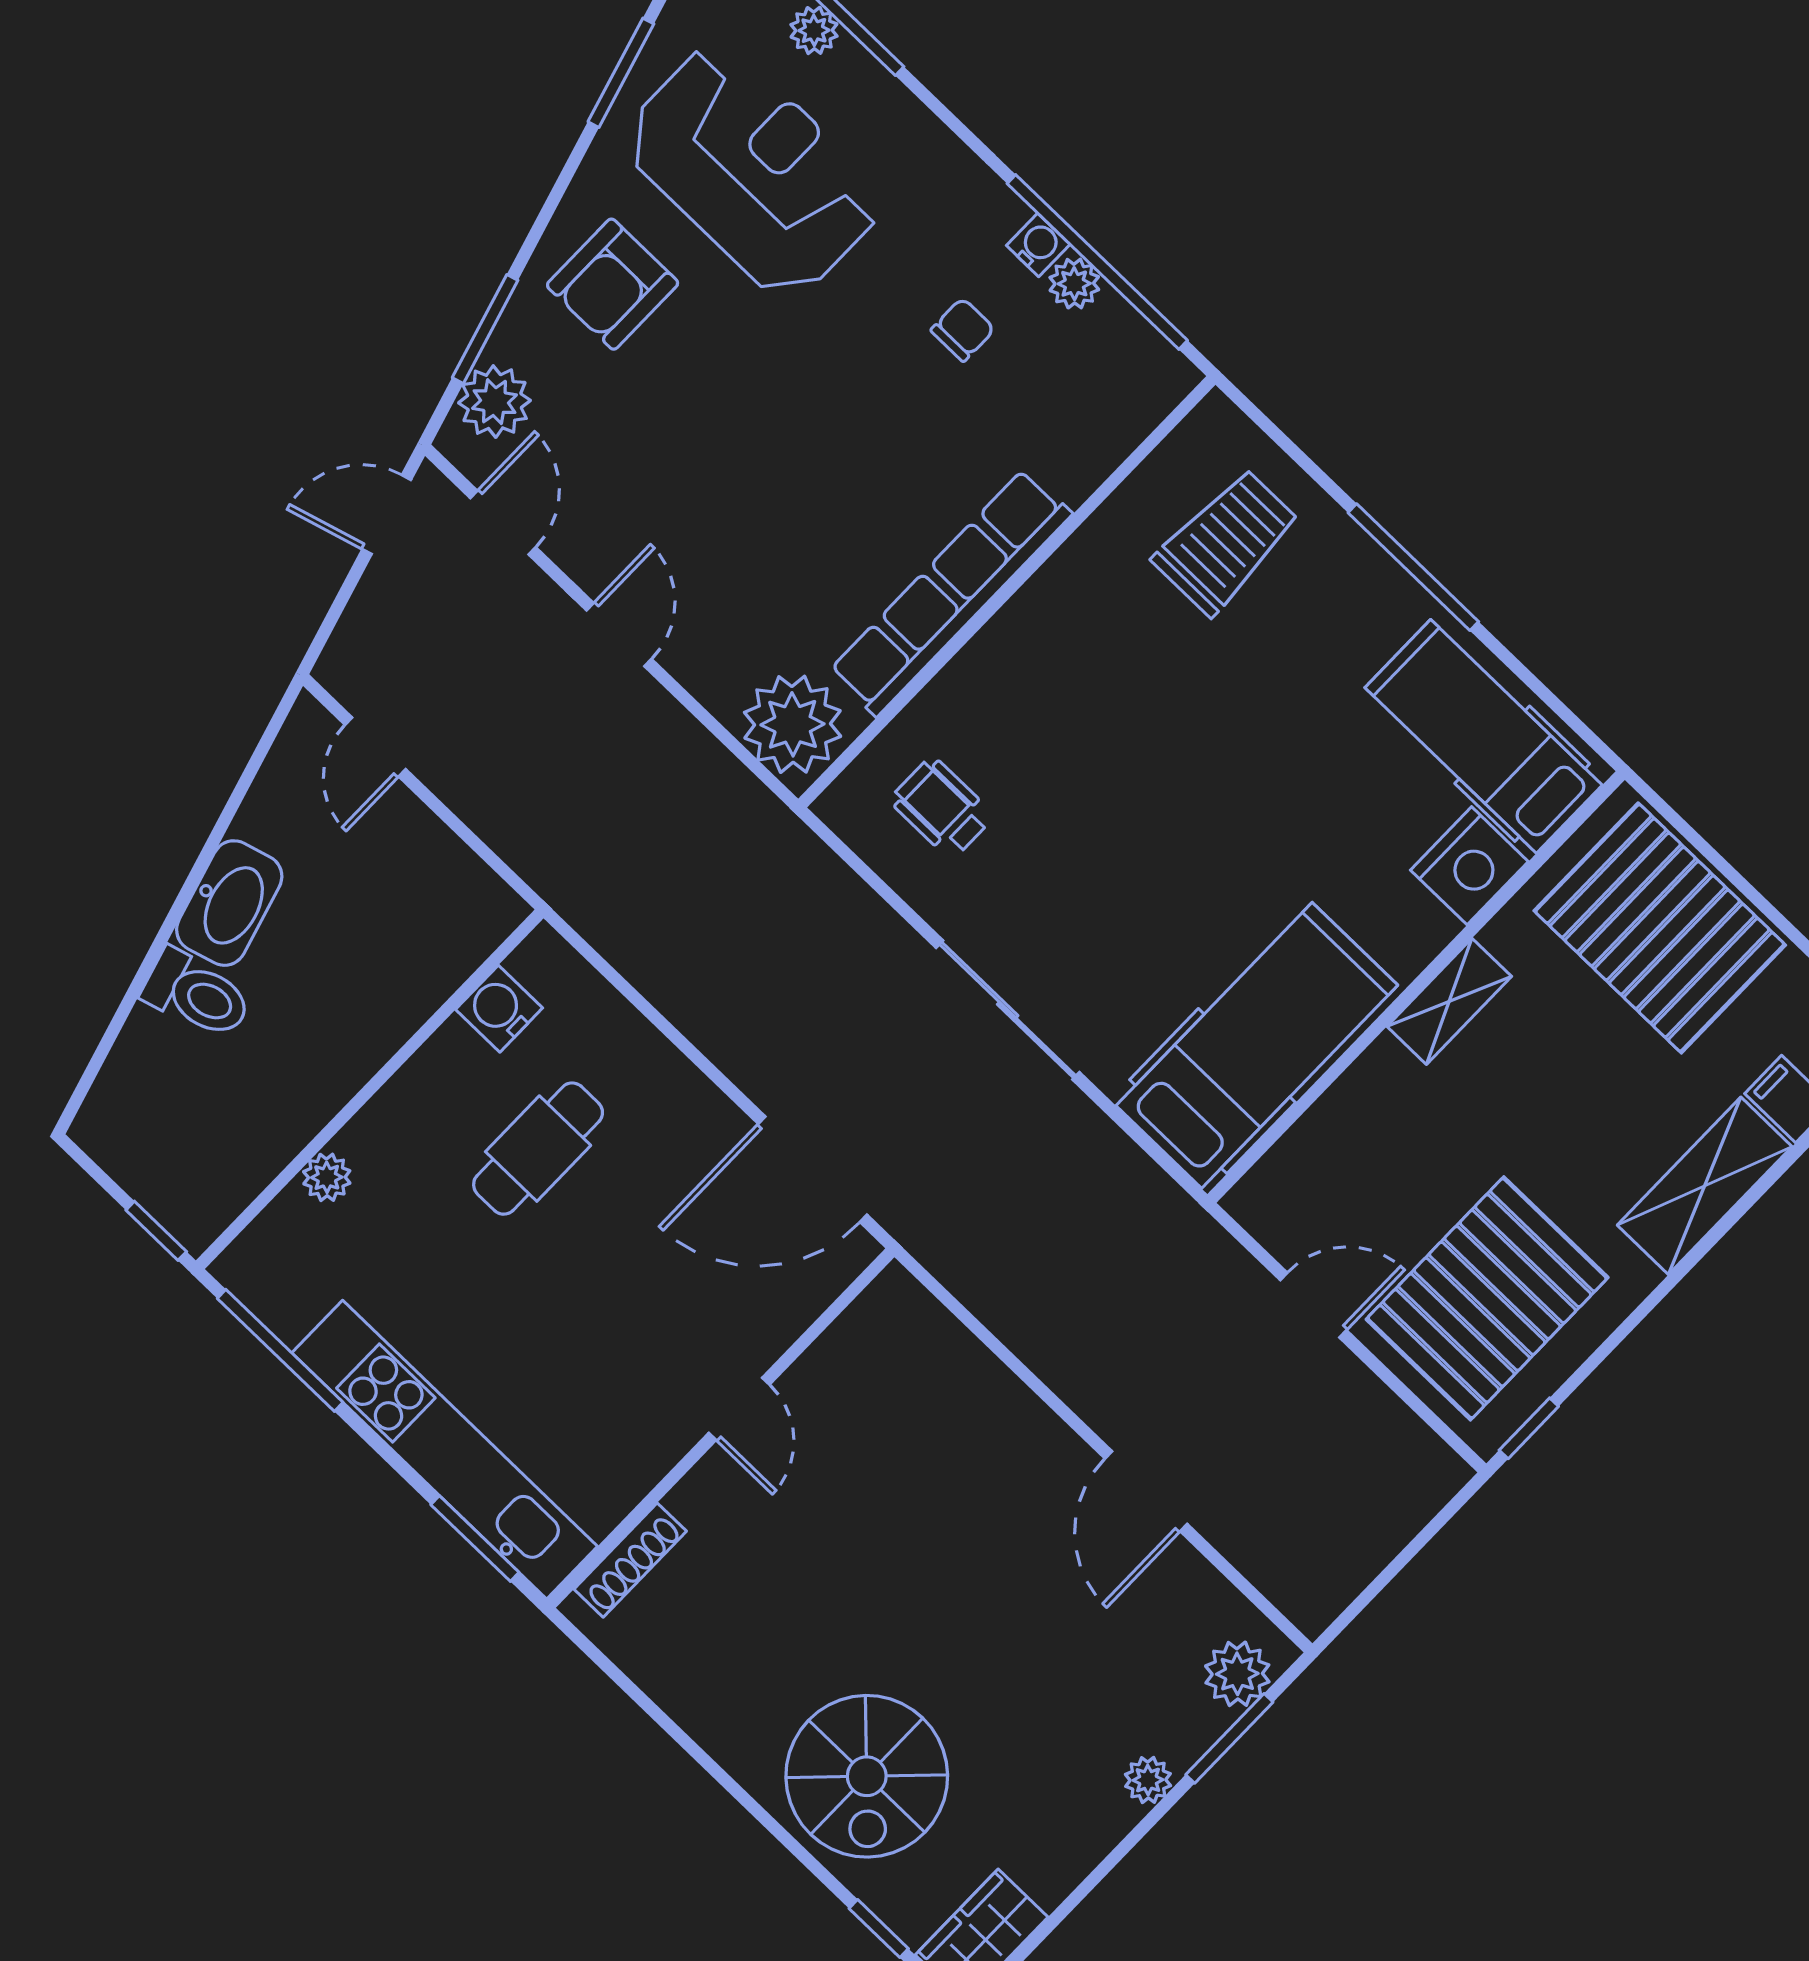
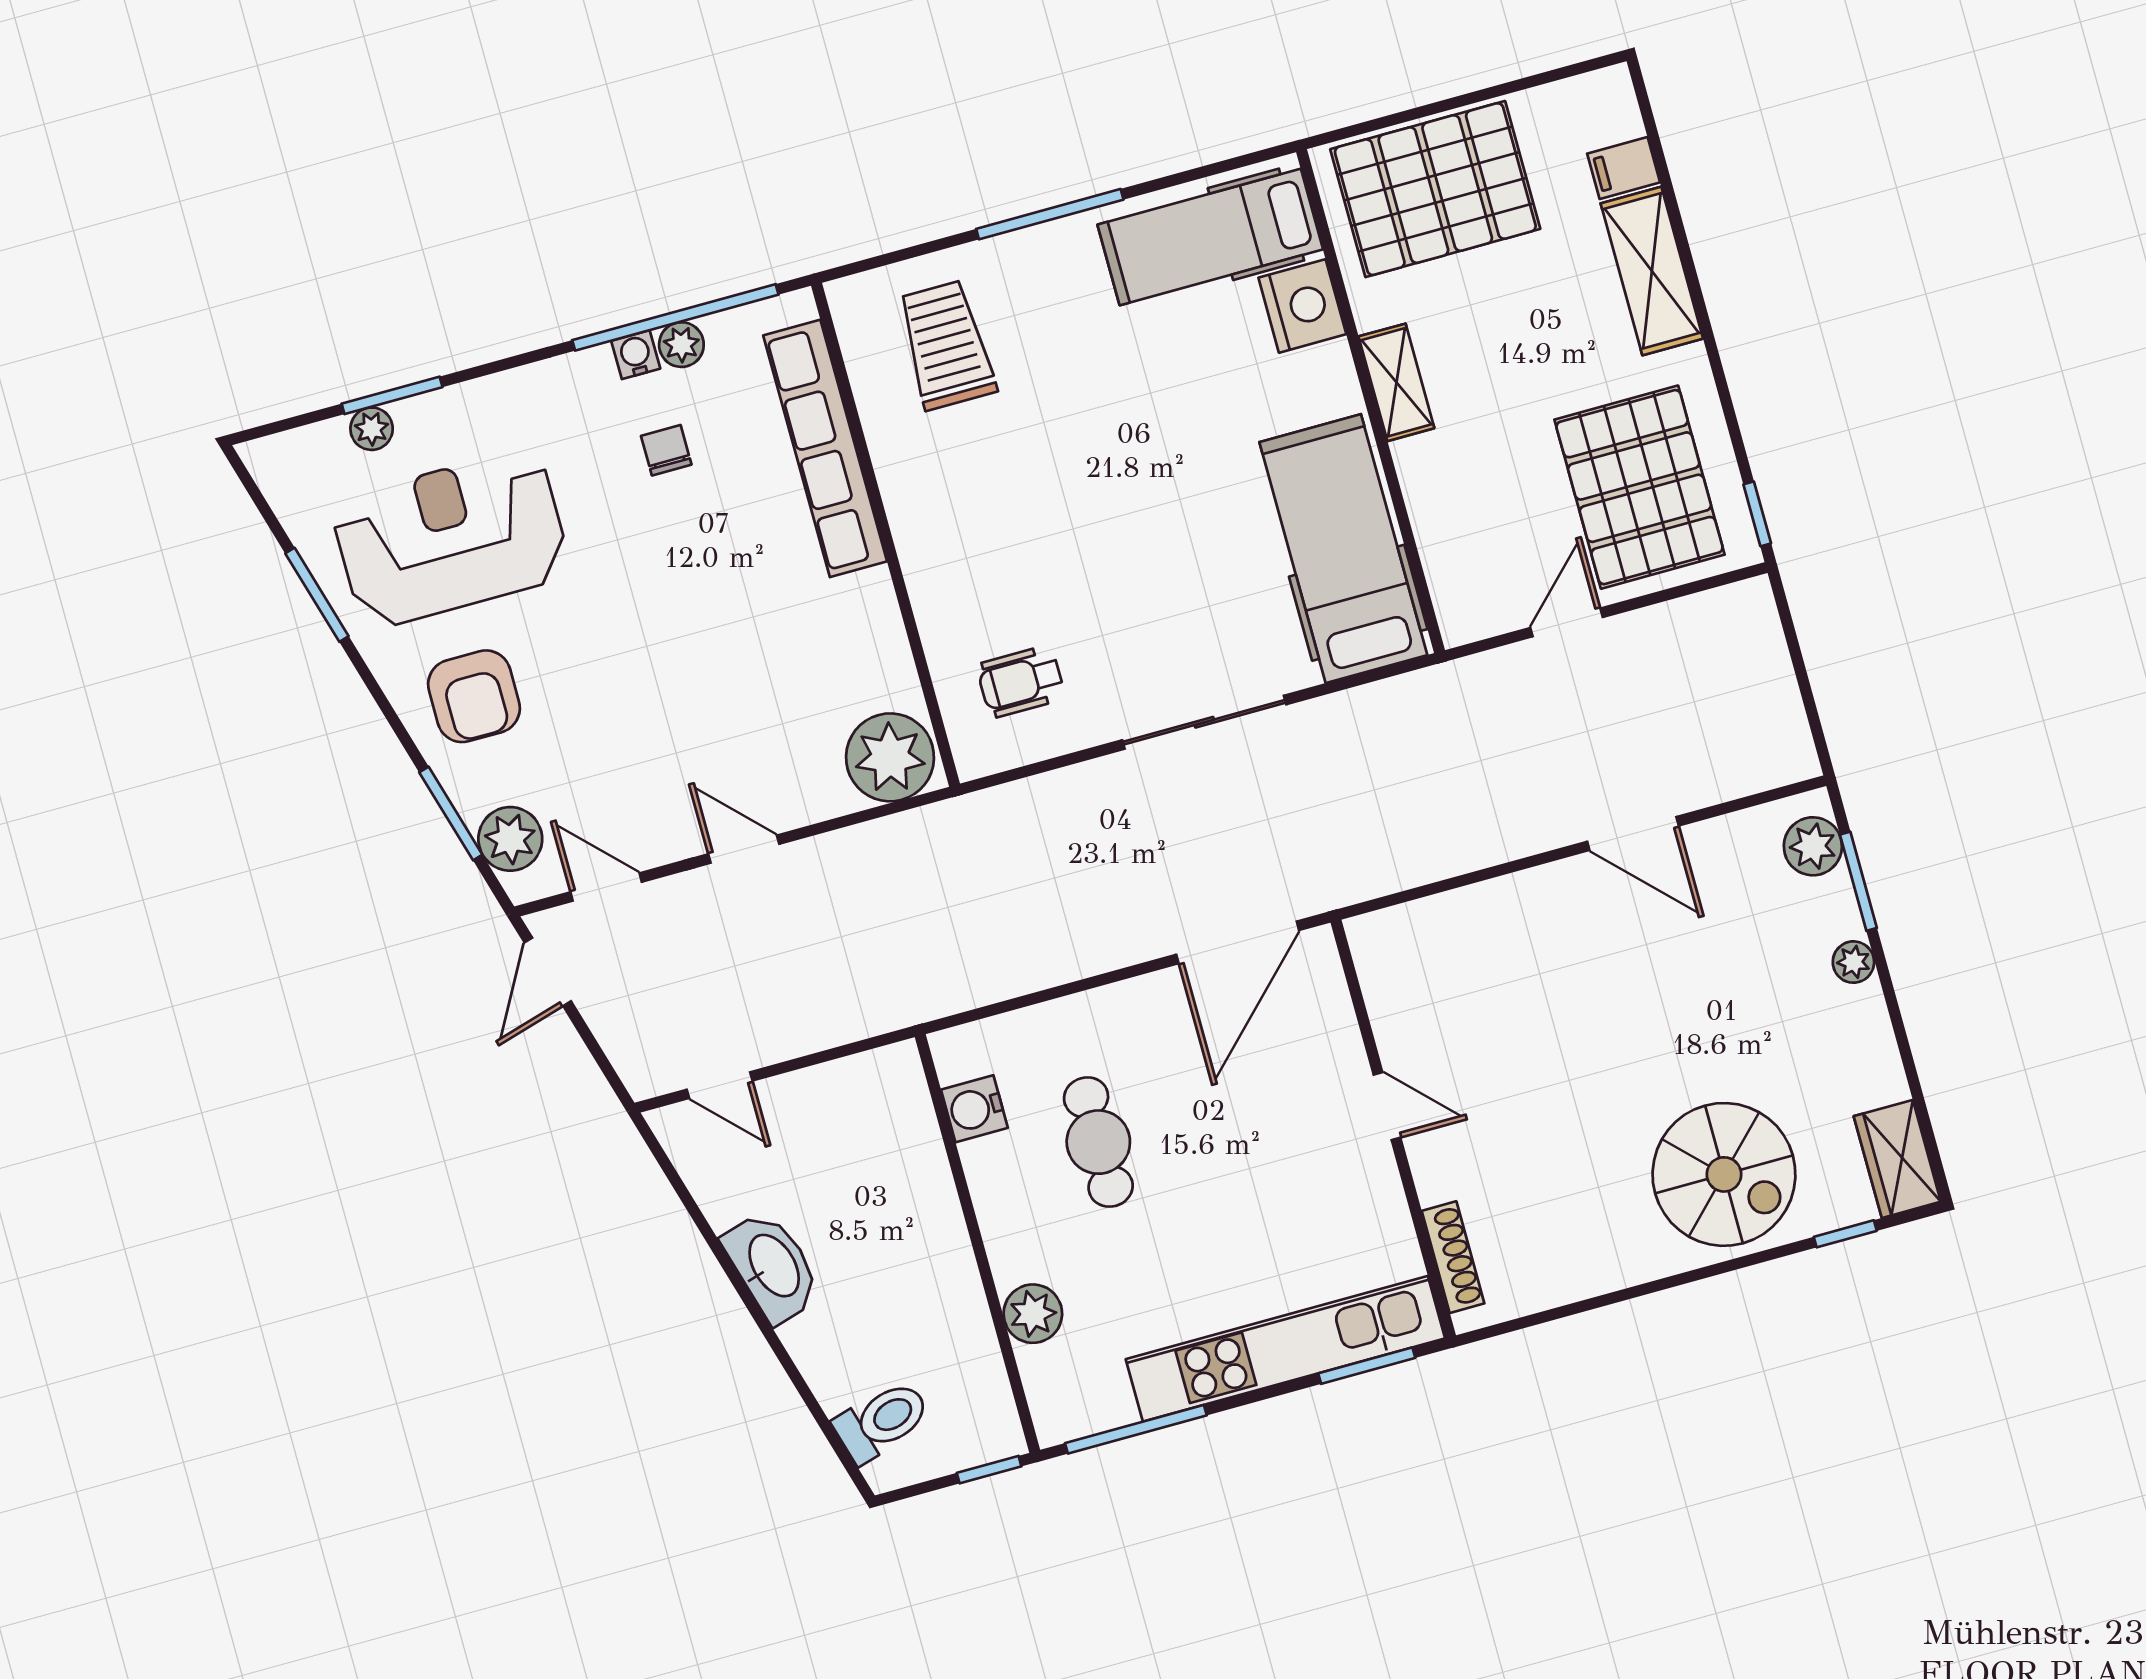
row of seats: (951, 592) -> (825, 448), moved
toilet: (197, 994) -> (882, 1421), moved
plant: (327, 1177) -> (1033, 1314), width x1.38, depth x1.38

